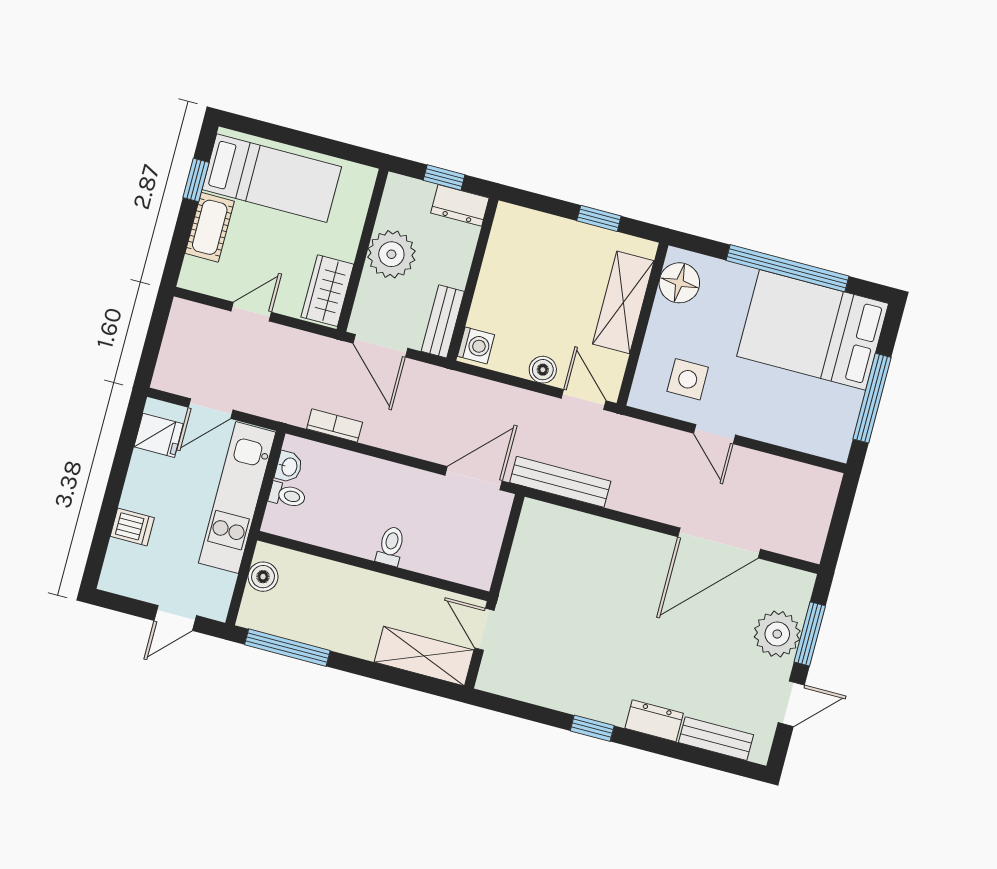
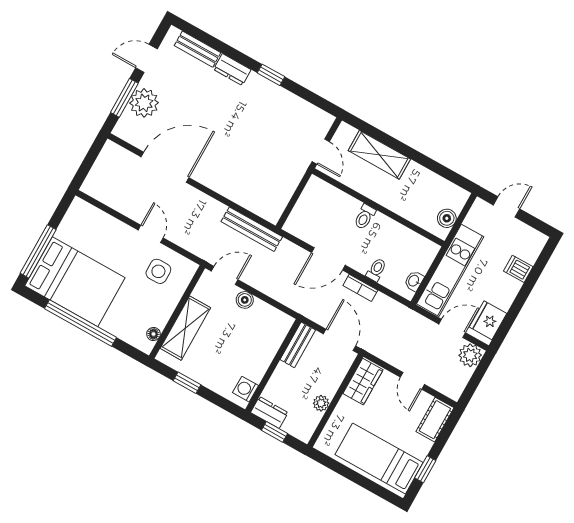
cot: (210, 227) -> (435, 420), moved
plant: (391, 254) -> (321, 403), width x0.53, depth x0.53
floor lamp: (679, 283) -> (154, 334), width x0.53, depth x0.53
door: (251, 312) -> (412, 381), hinge flipped
washing machine: (476, 345) -> (246, 389), moved
plant: (172, 374) -> (470, 355), added
window: (872, 398) -> (38, 251), moved
door: (584, 399) -> (225, 275), swing flipped
bookcase: (335, 425) -> (360, 288), moved
fridge: (159, 435) -> (488, 320), width x1.38
door: (474, 478) -> (328, 259), moved
toilet: (287, 495) -> (376, 270), moved, turned 90
window: (287, 648) -> (443, 171), removed
shelving: (424, 656) -> (379, 155), moved

